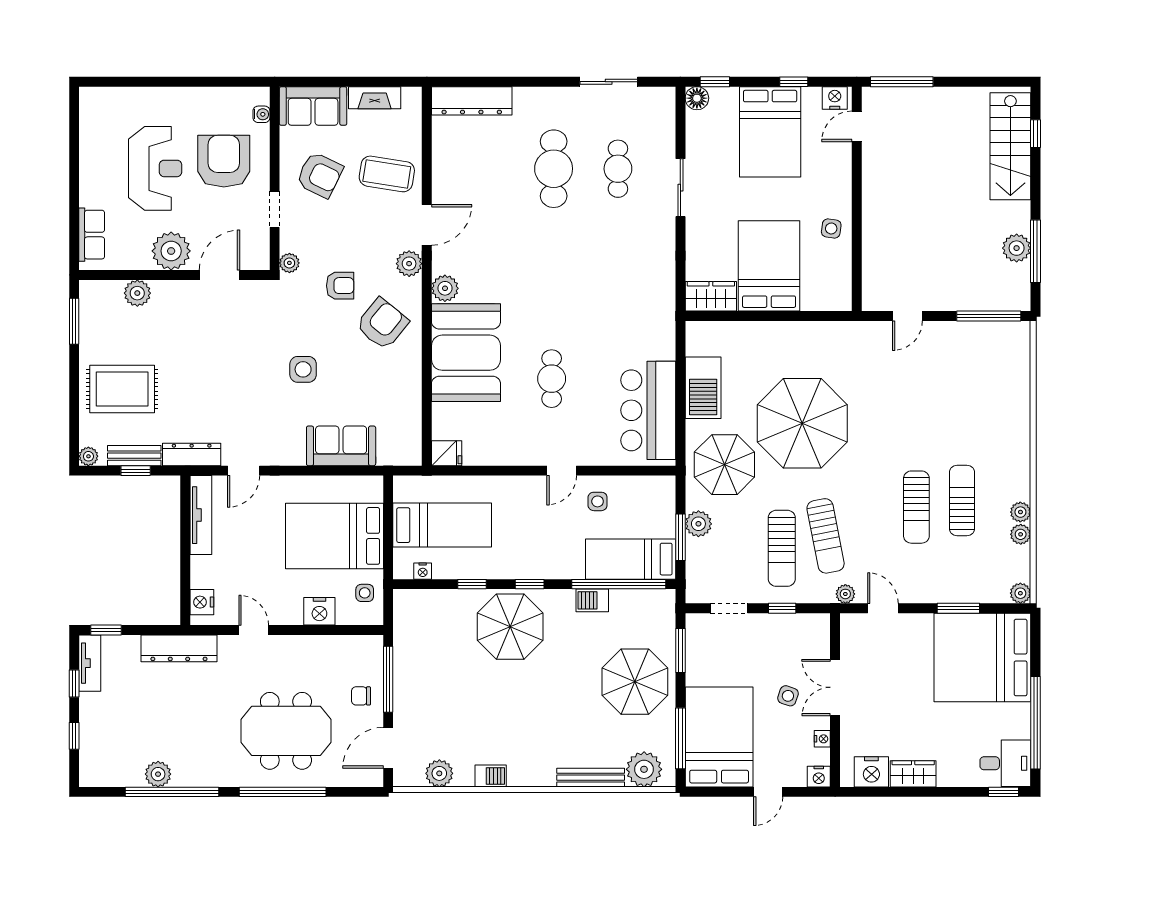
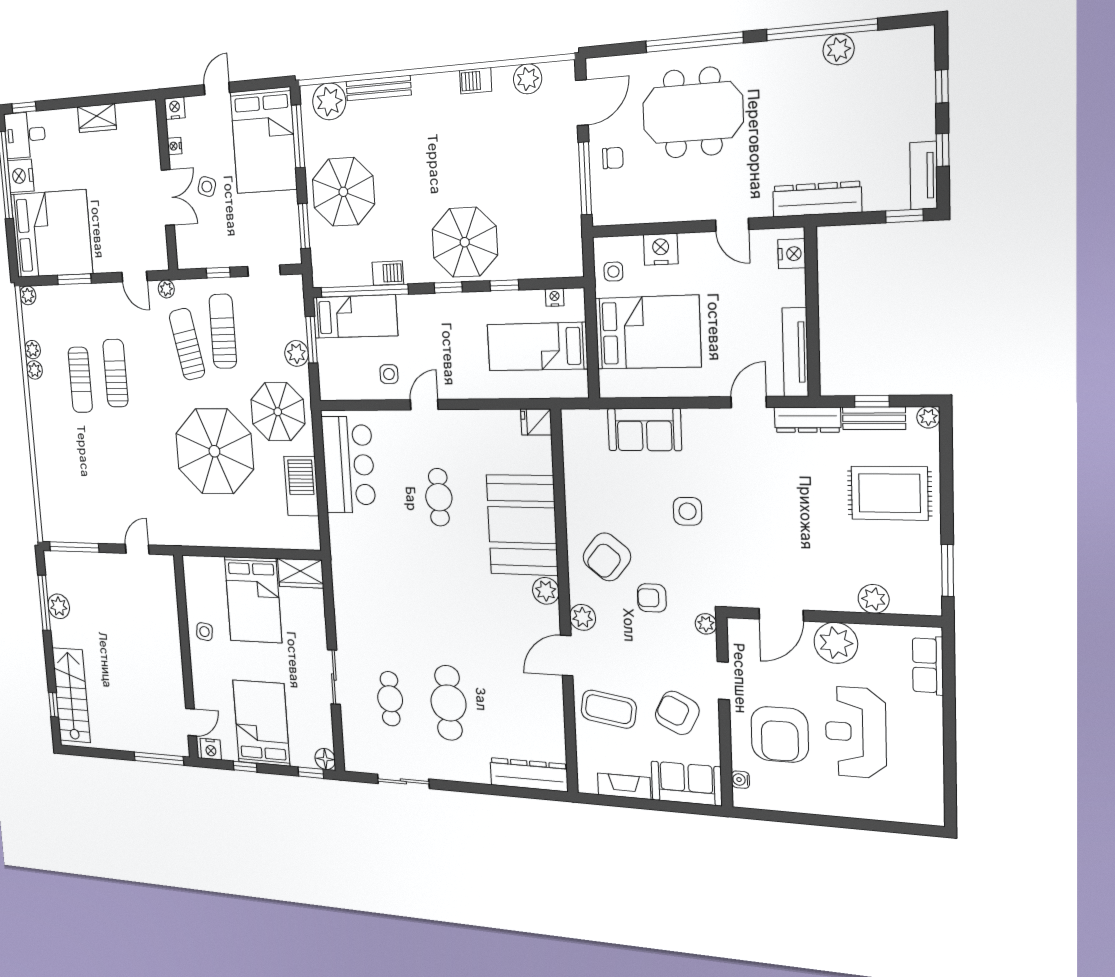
nightstand: (871, 772) -> (21, 176), moved, turned -90

